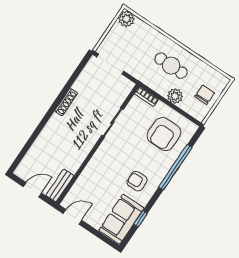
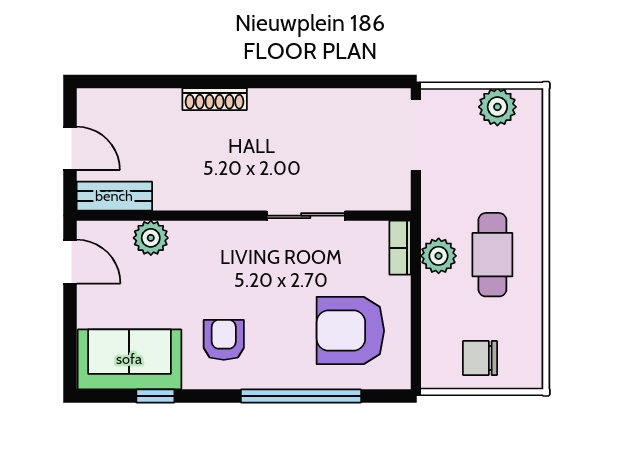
plant: (126, 19) -> (497, 107), moved
chair: (205, 95) -> (480, 358), turned 180
plant: (175, 96) -> (439, 256), moved
shoe rack: (66, 102) -> (215, 99), moved
plant: (83, 183) -> (151, 238), added

